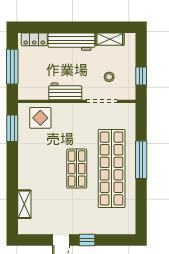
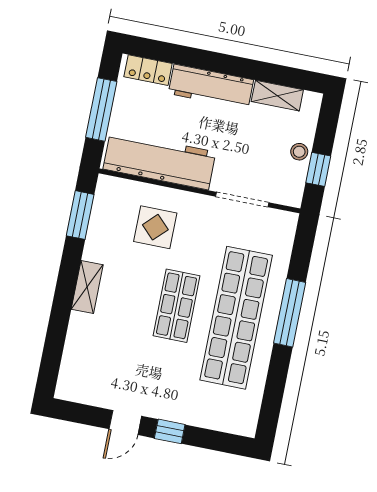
stool: (109, 77) -> (299, 152), moved
workbench: (65, 91) -> (159, 160), width x1.88, depth x1.32
display table: (40, 118) -> (155, 227), moved
shelving: (24, 204) -> (87, 287), moved

